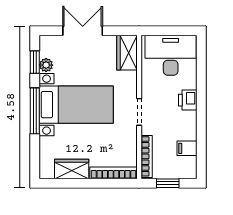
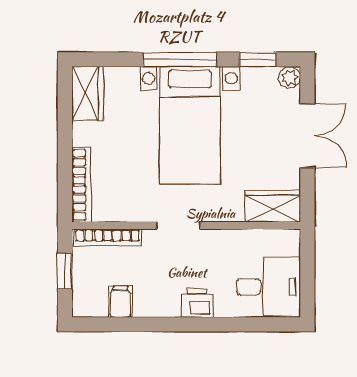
desk: (171, 55) -> (269, 287), width x0.73
plant: (46, 65) -> (289, 77), moved
wardrobe: (72, 169) -> (88, 93), moved

